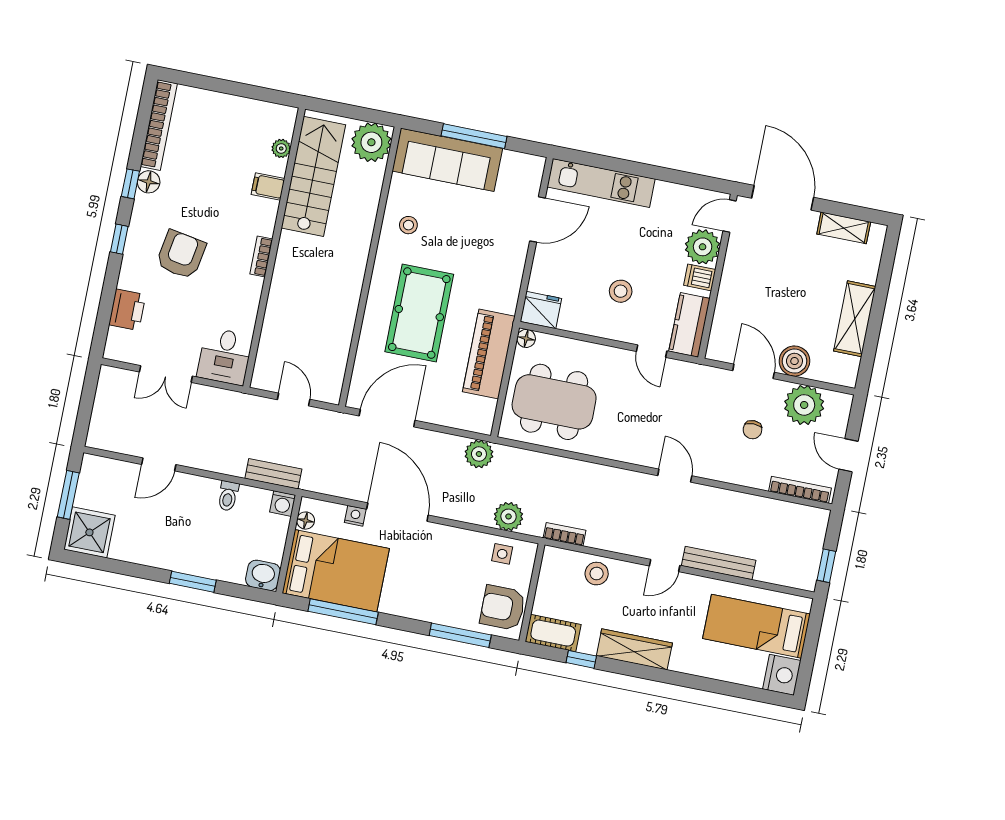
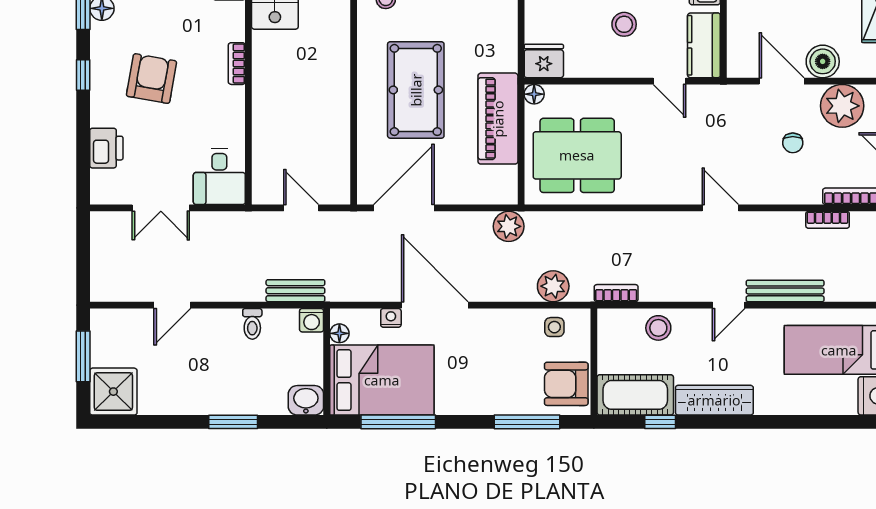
bookcase: (770, 506) -> (828, 220), added
cot: (553, 633) -> (635, 395), width x1.37, depth x1.34

